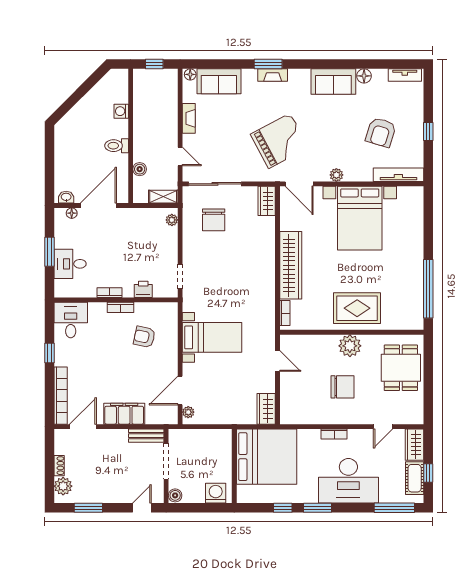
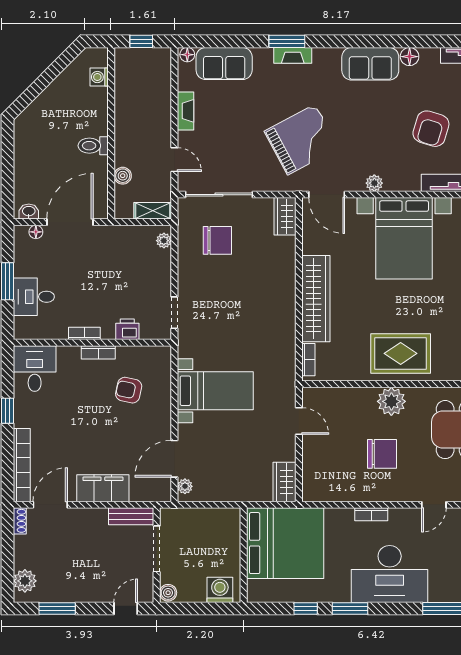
washing machine: (121, 111) -> (99, 77), moved
chair: (214, 220) -> (217, 240), turned -90
shoe rack: (59, 466) -> (20, 521), moved

